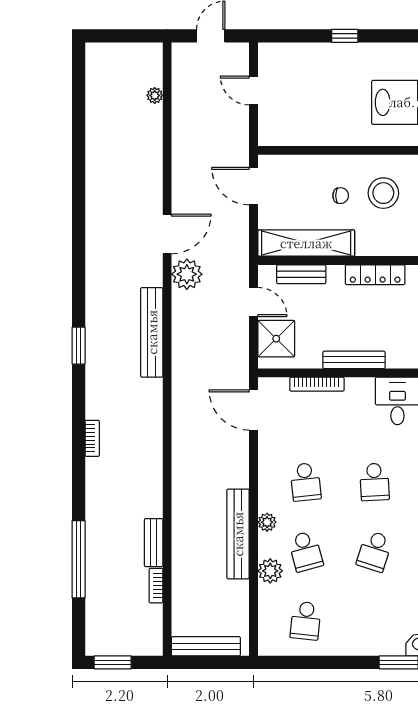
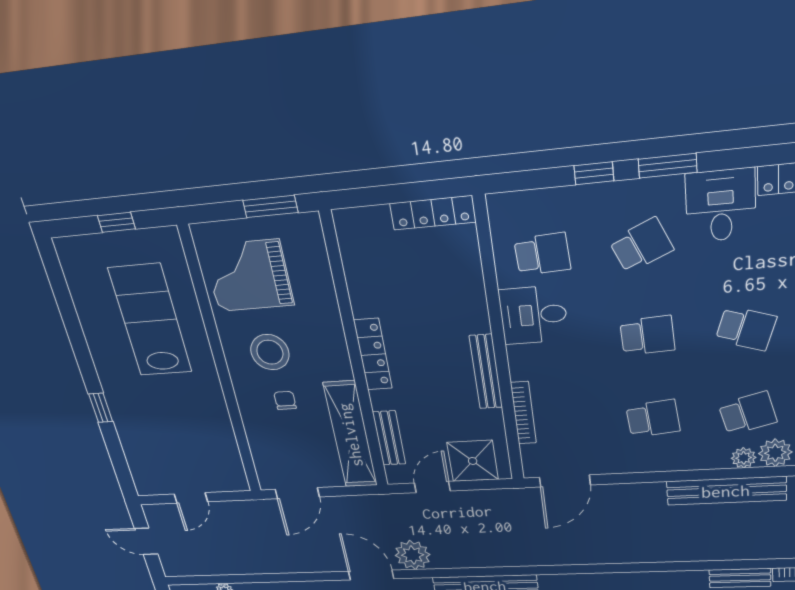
plant: (267, 522) -> (744, 458), moved

